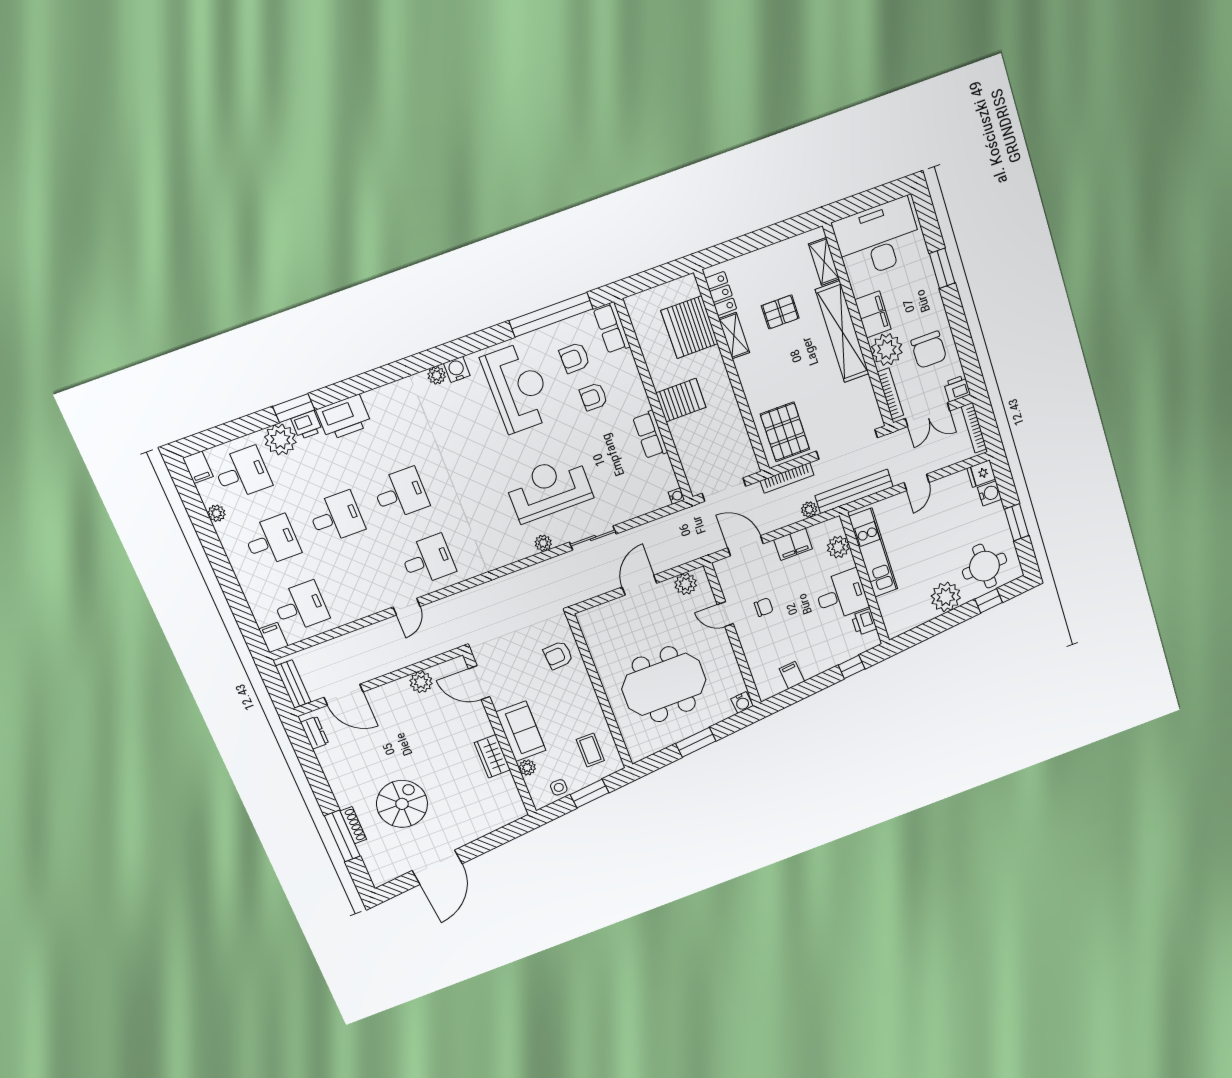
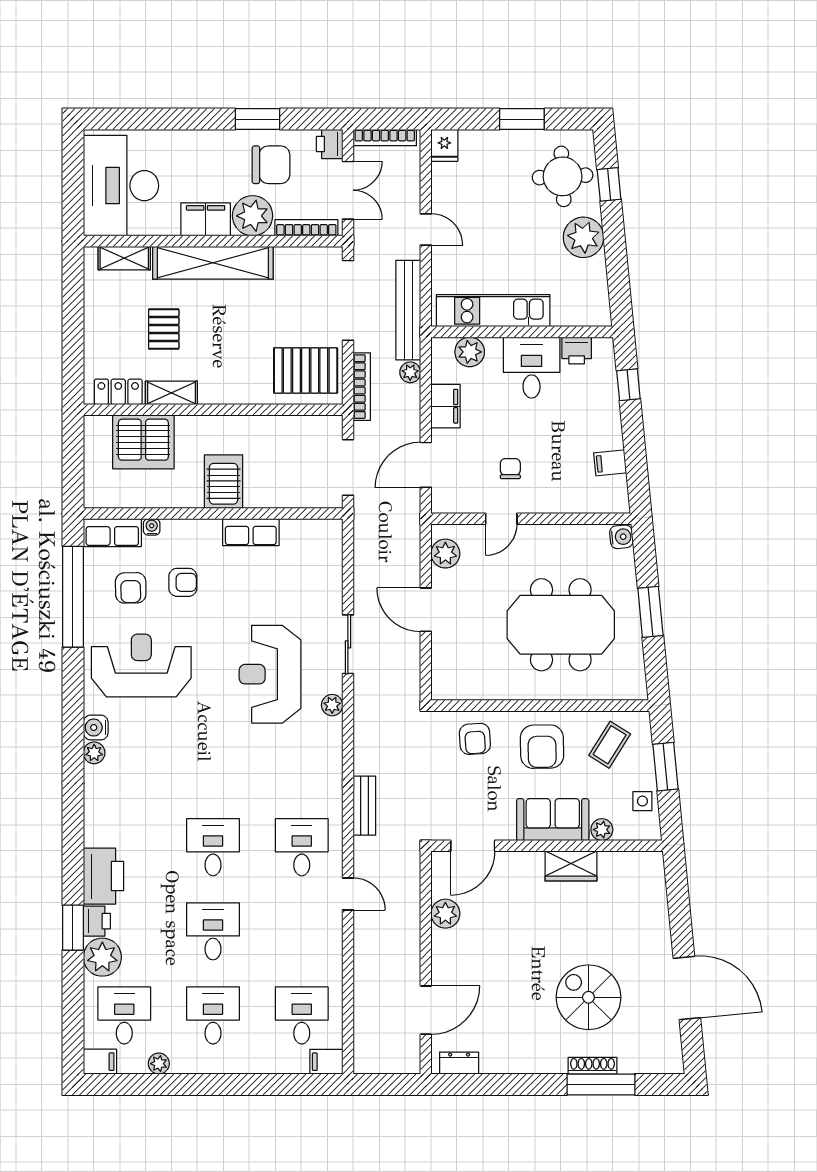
window: (942, 268) -> (258, 119), moved
armchair: (594, 397) -> (183, 582), turned -90
water cooler: (990, 493) -> (473, 143), removed
water cooler: (676, 496) -> (152, 527), moved
bench: (293, 684) -> (364, 806), moved, turned 90
meeting table: (664, 684) -> (561, 625), turned 90
armchair: (571, 704) -> (542, 747), added
coffee table: (590, 750) -> (610, 745), turned -58

